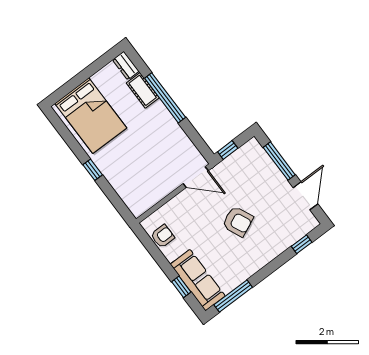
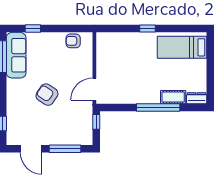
bed: (91, 116) -> (182, 47), width x0.67
armchair: (238, 221) -> (47, 95), turned 58
armchair: (163, 236) -> (73, 41), turned 90
sofa: (198, 280) -> (16, 55), moved, turned -90

